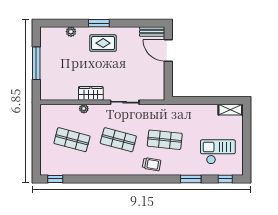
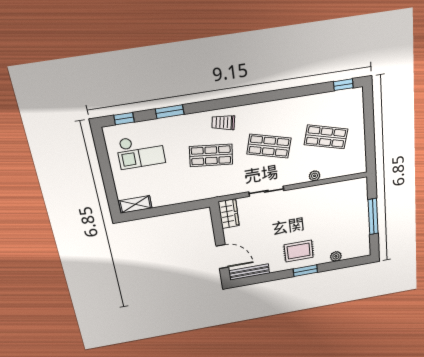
bench: (152, 32) -> (249, 272), width x1.36
wardrobe: (91, 93) -> (229, 214), moved, turned -90

